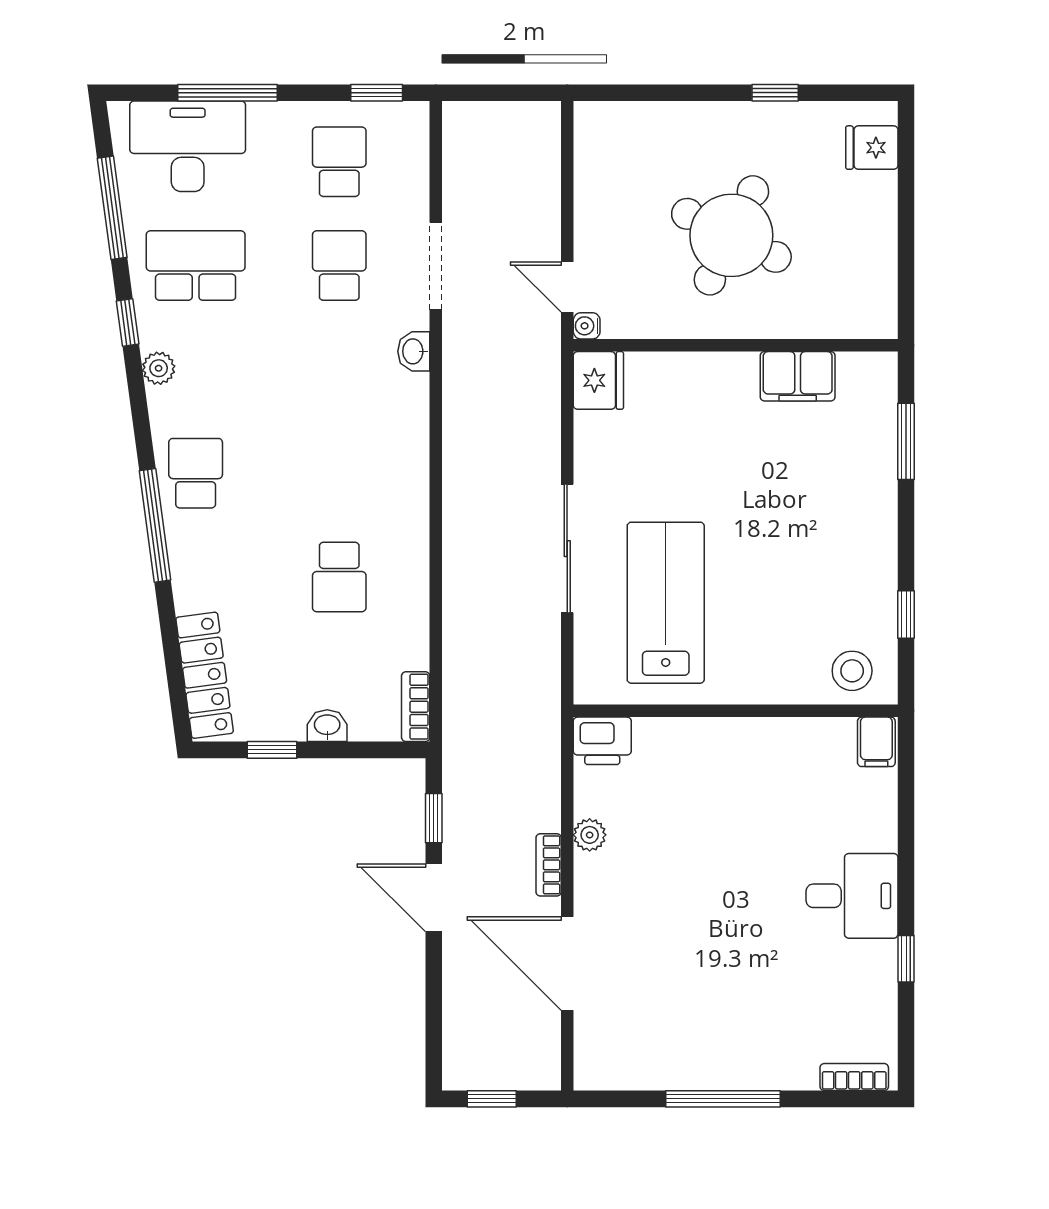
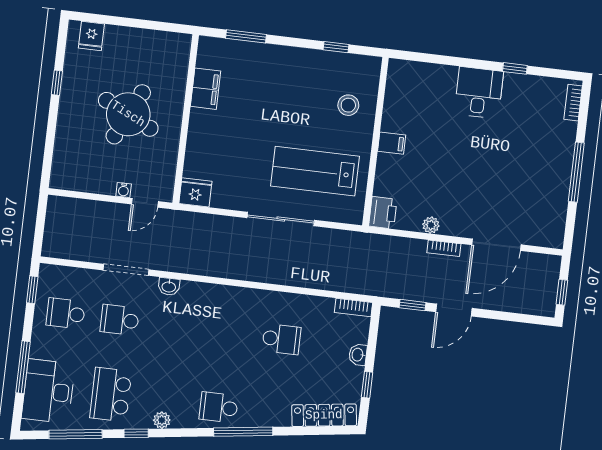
water cooler: (587, 326) -> (124, 190), moved
stool: (852, 671) -> (348, 105), moved
filing cabinet: (876, 742) -> (392, 143), moved

